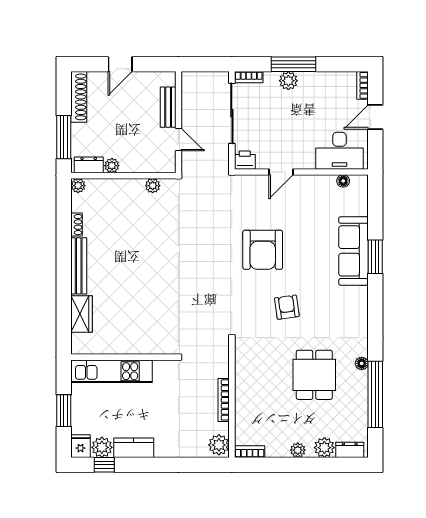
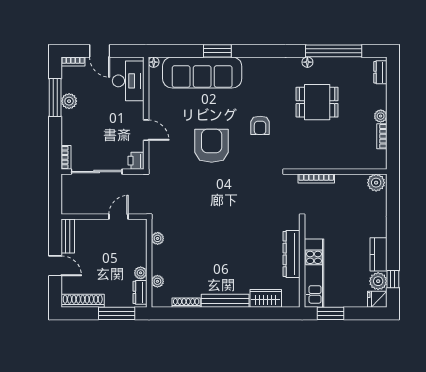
window: (294, 64) -> (55, 97), moved
plant: (288, 81) -> (69, 101), moved
bench: (168, 107) -> (68, 236), moved, turned 90
floor lamp: (343, 181) -> (154, 62), moved
plant: (78, 186) -> (157, 281), moved
shoe rack: (76, 225) -> (186, 303), width x1.43
armchair: (263, 250) -> (212, 146), turned -90
sofa: (353, 251) -> (202, 72), width x1.36, depth x1.27
armchair: (287, 307) -> (260, 125), turned -82
dresser: (134, 344) -> (291, 254), added
bookcase: (224, 400) -> (316, 179), moved
window: (64, 411) -> (331, 313), moved
plant: (324, 448) -> (378, 94), removed
bookcase: (250, 452) -> (382, 136), moved

